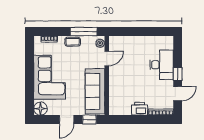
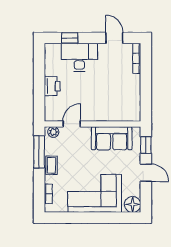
door: (107, 58) -> (72, 124), hinge flipped
window: (178, 74) -> (70, 38), moved
sofa: (95, 91) -> (112, 138), width x0.73
printer: (140, 109) -> (52, 86), moved, turned 180

